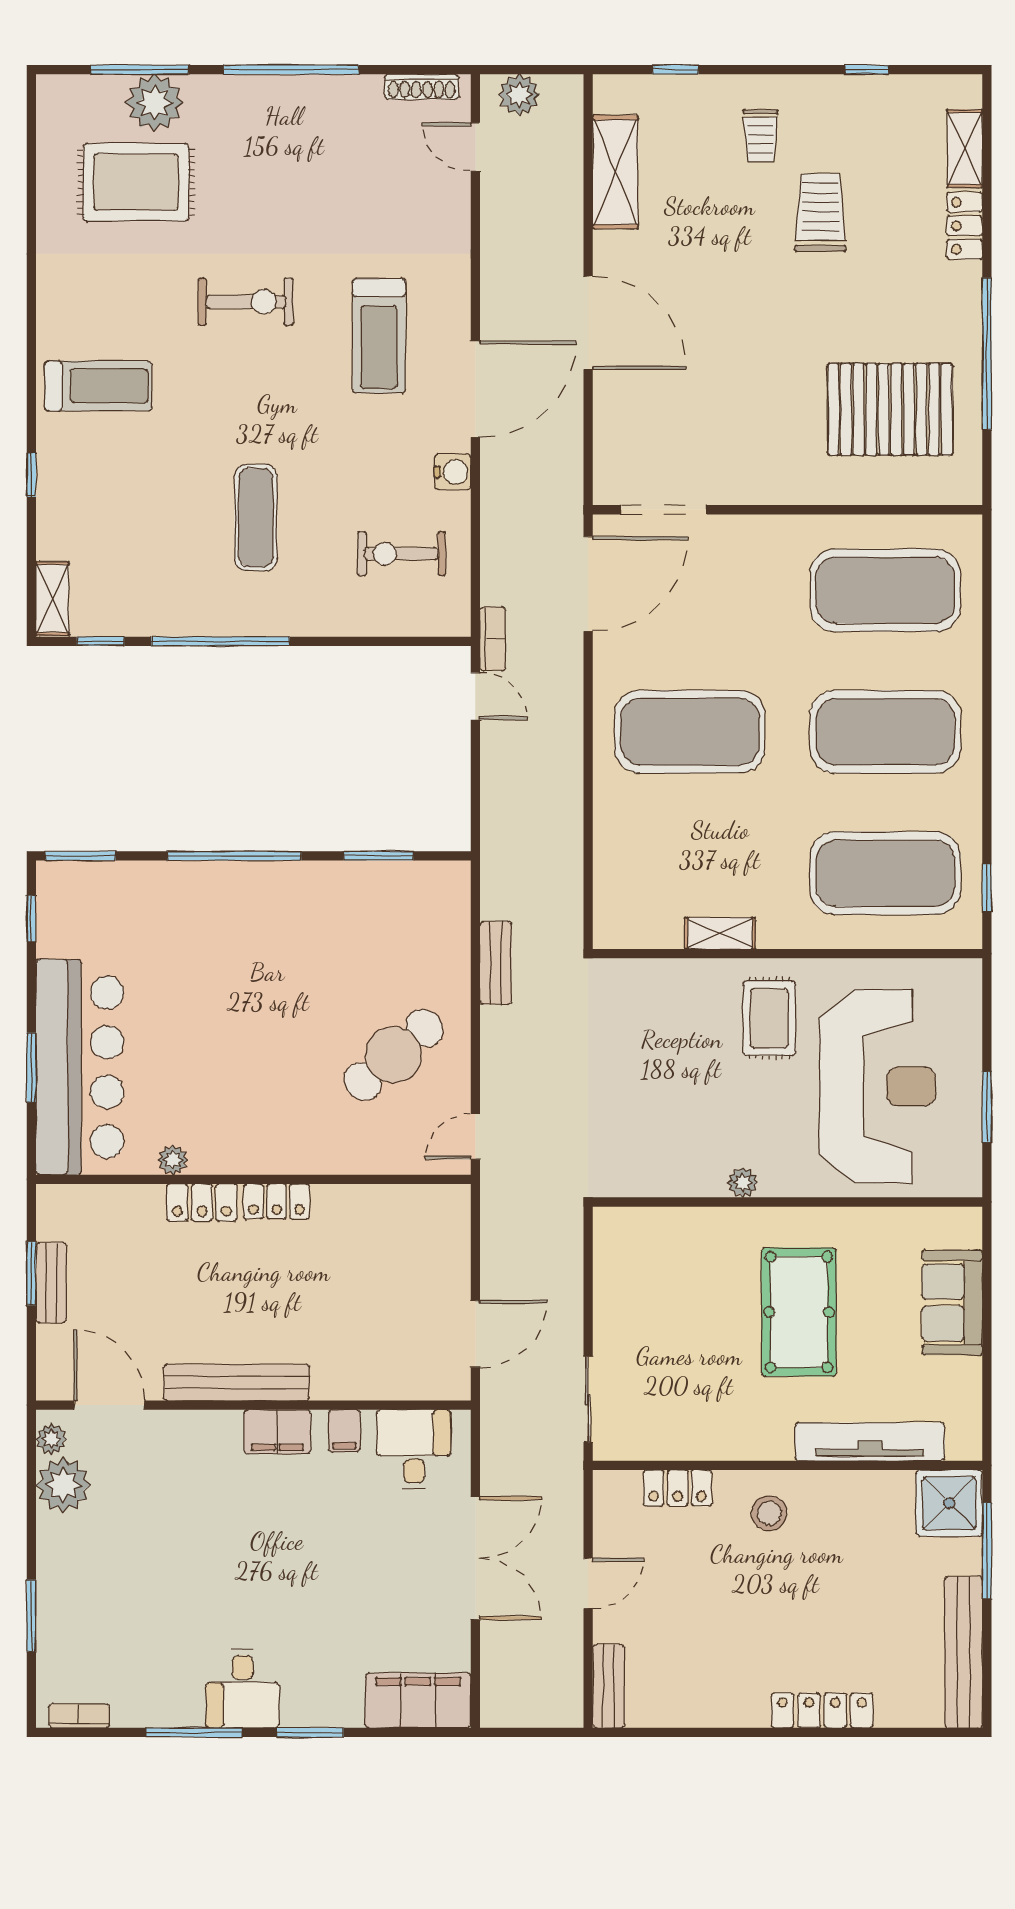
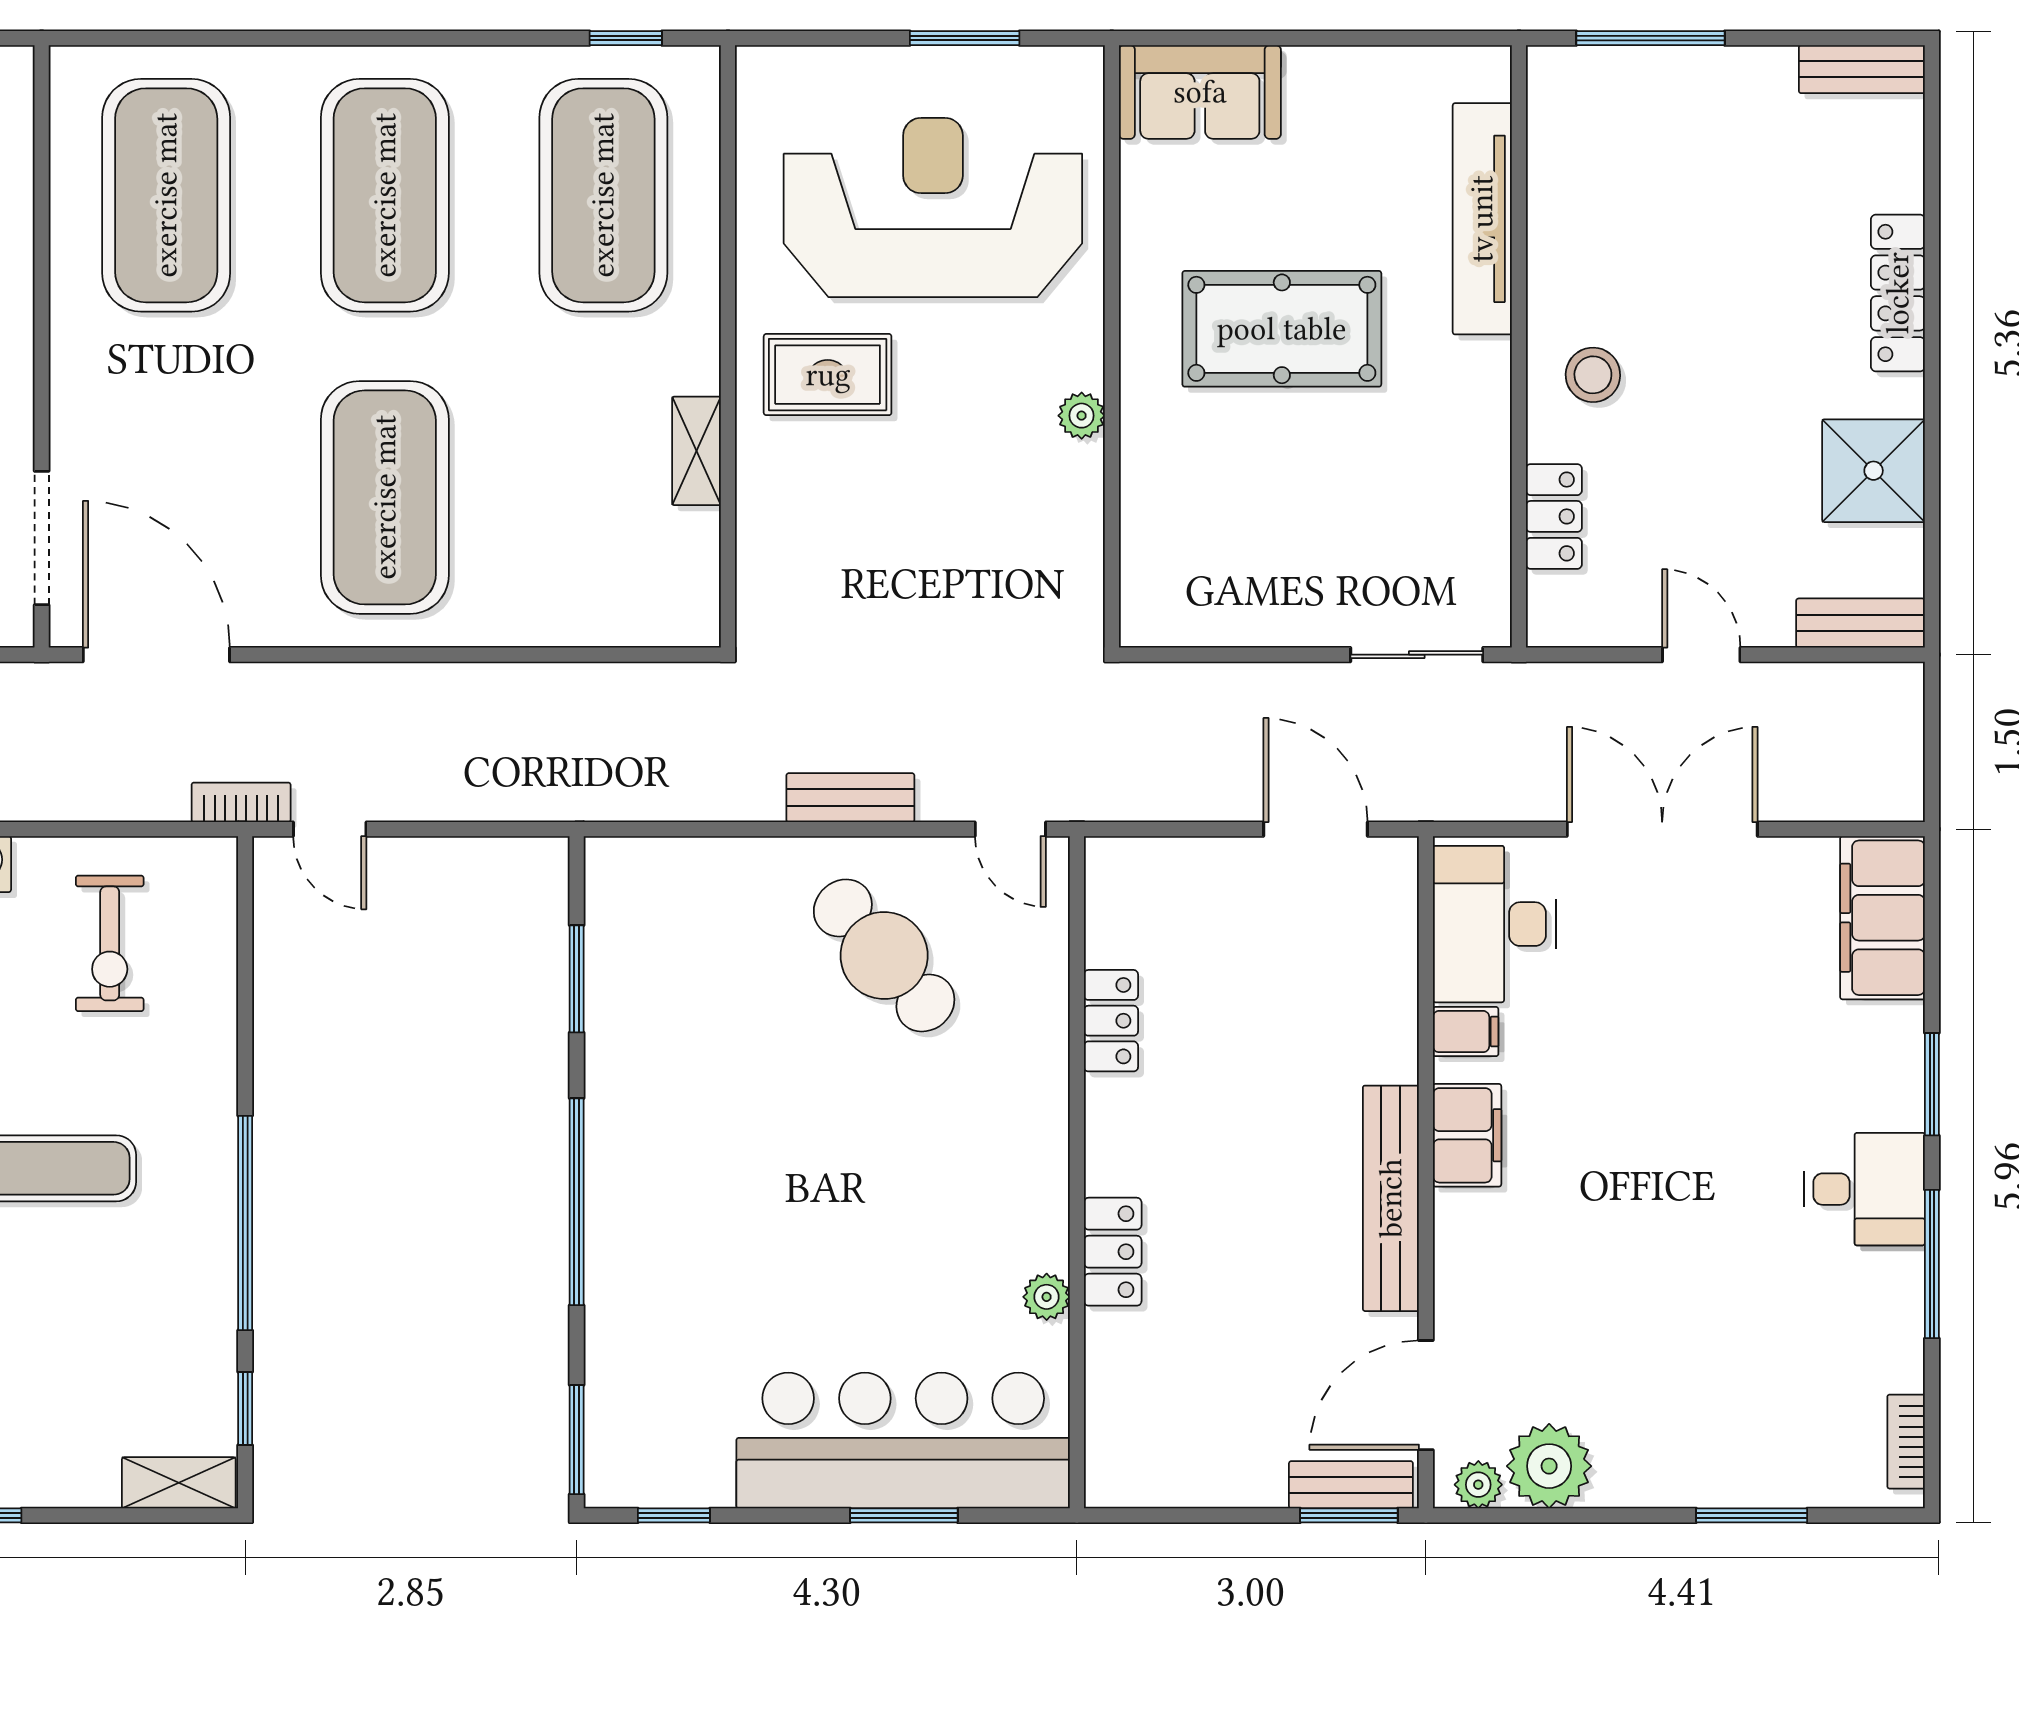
door: (475, 696) -> (330, 829), swing flipped
bench: (496, 963) -> (850, 798), moved
locker: (277, 1201) -> (1111, 1021), moved
window: (31, 1273) -> (1349, 1515), moved
bench: (51, 1283) -> (1351, 1485), moved
sofa: (952, 1303) -> (1200, 92), moved
desk: (414, 1449) -> (1494, 924), width x1.37
shower: (949, 1503) -> (1874, 471), moved
bench: (964, 1652) -> (1862, 69), width x0.54, depth x0.82

